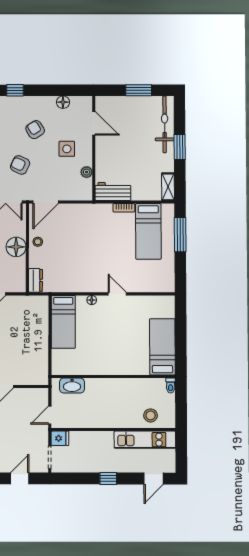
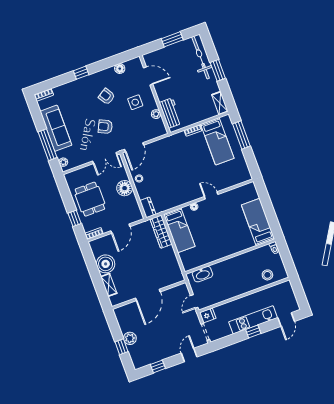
workbench: (113, 192) -> (170, 113), moved, turned 90
wardrobe: (41, 316) -> (161, 232), added
kitchen unit: (145, 440) -> (253, 320), moved, turned 180

